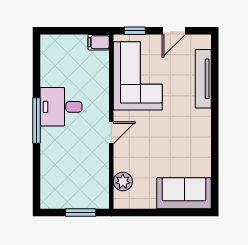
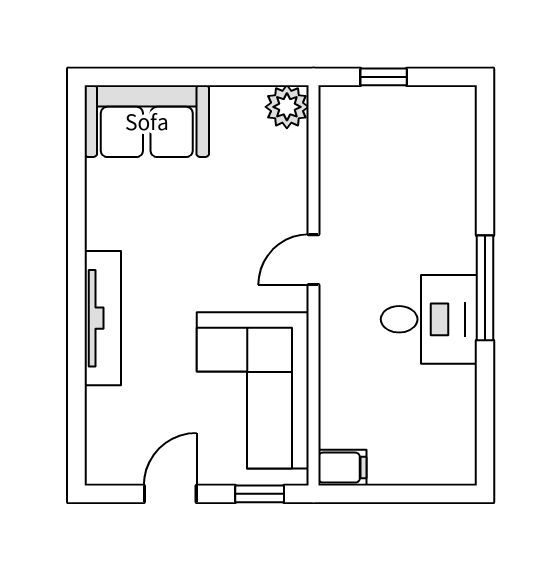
tv unit: (203, 79) -> (103, 318), moved
plant: (123, 182) -> (287, 107), moved
window: (81, 213) -> (384, 77), width x0.67

